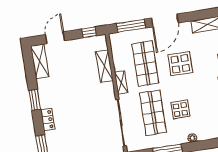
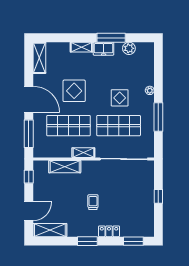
door: (55, 38) -> (29, 211), swing flipped
trolley: (74, 99) -> (93, 202), added

